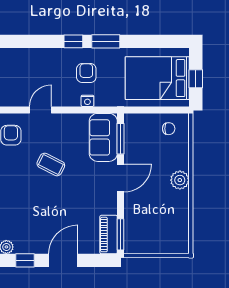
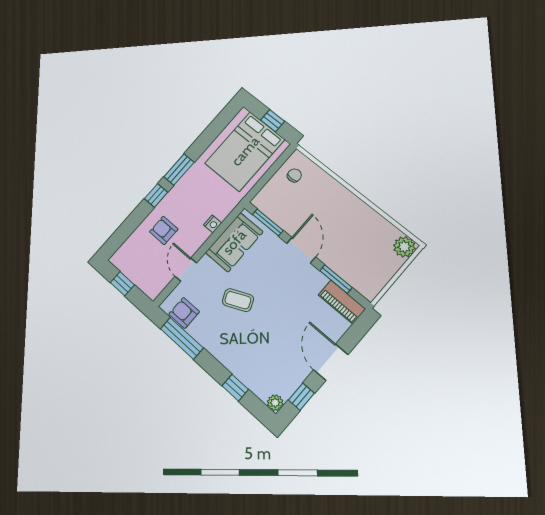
armchair: (86, 73) -> (164, 230), moved
sofa: (103, 137) -> (234, 242), moved, turned -90
coffee table: (51, 164) -> (238, 300), turned 39
plant: (180, 180) -> (404, 247), moved
window: (121, 234) -> (336, 279), moved

